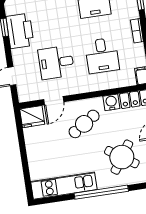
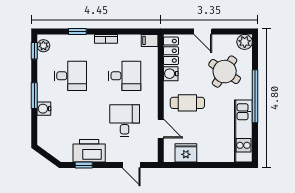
desk: (56, 62) -> (125, 121), turned 180
fridge: (32, 117) -> (186, 153), moved, turned -90
cafe table: (84, 124) -> (187, 103), turned -57

